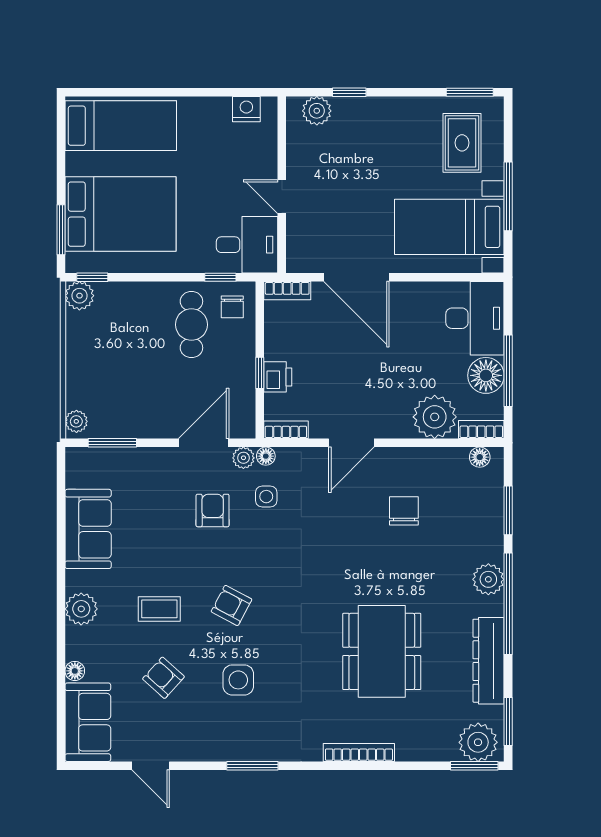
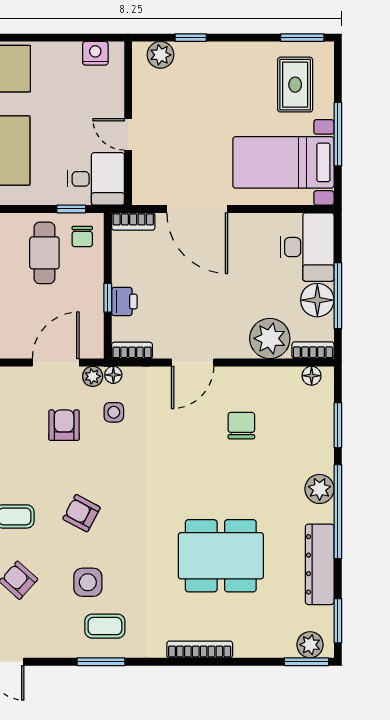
dining table: (382, 651) -> (221, 556), turned 90
coffee table: (257, 727) -> (105, 626), added
plant: (478, 742) -> (310, 645), width x0.73, depth x0.73

